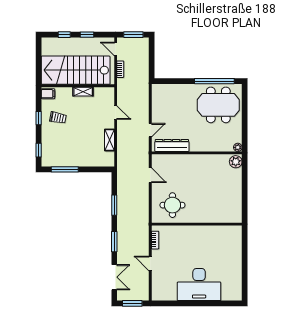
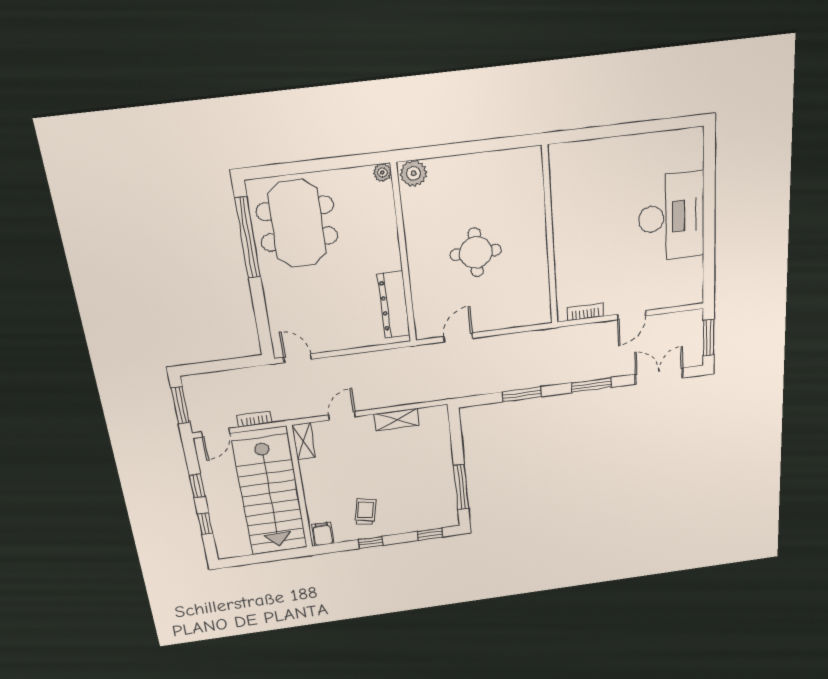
shelving: (83, 92) -> (304, 441), moved
door: (150, 130) -> (297, 358), moved
round table: (172, 205) -> (476, 252), moved

